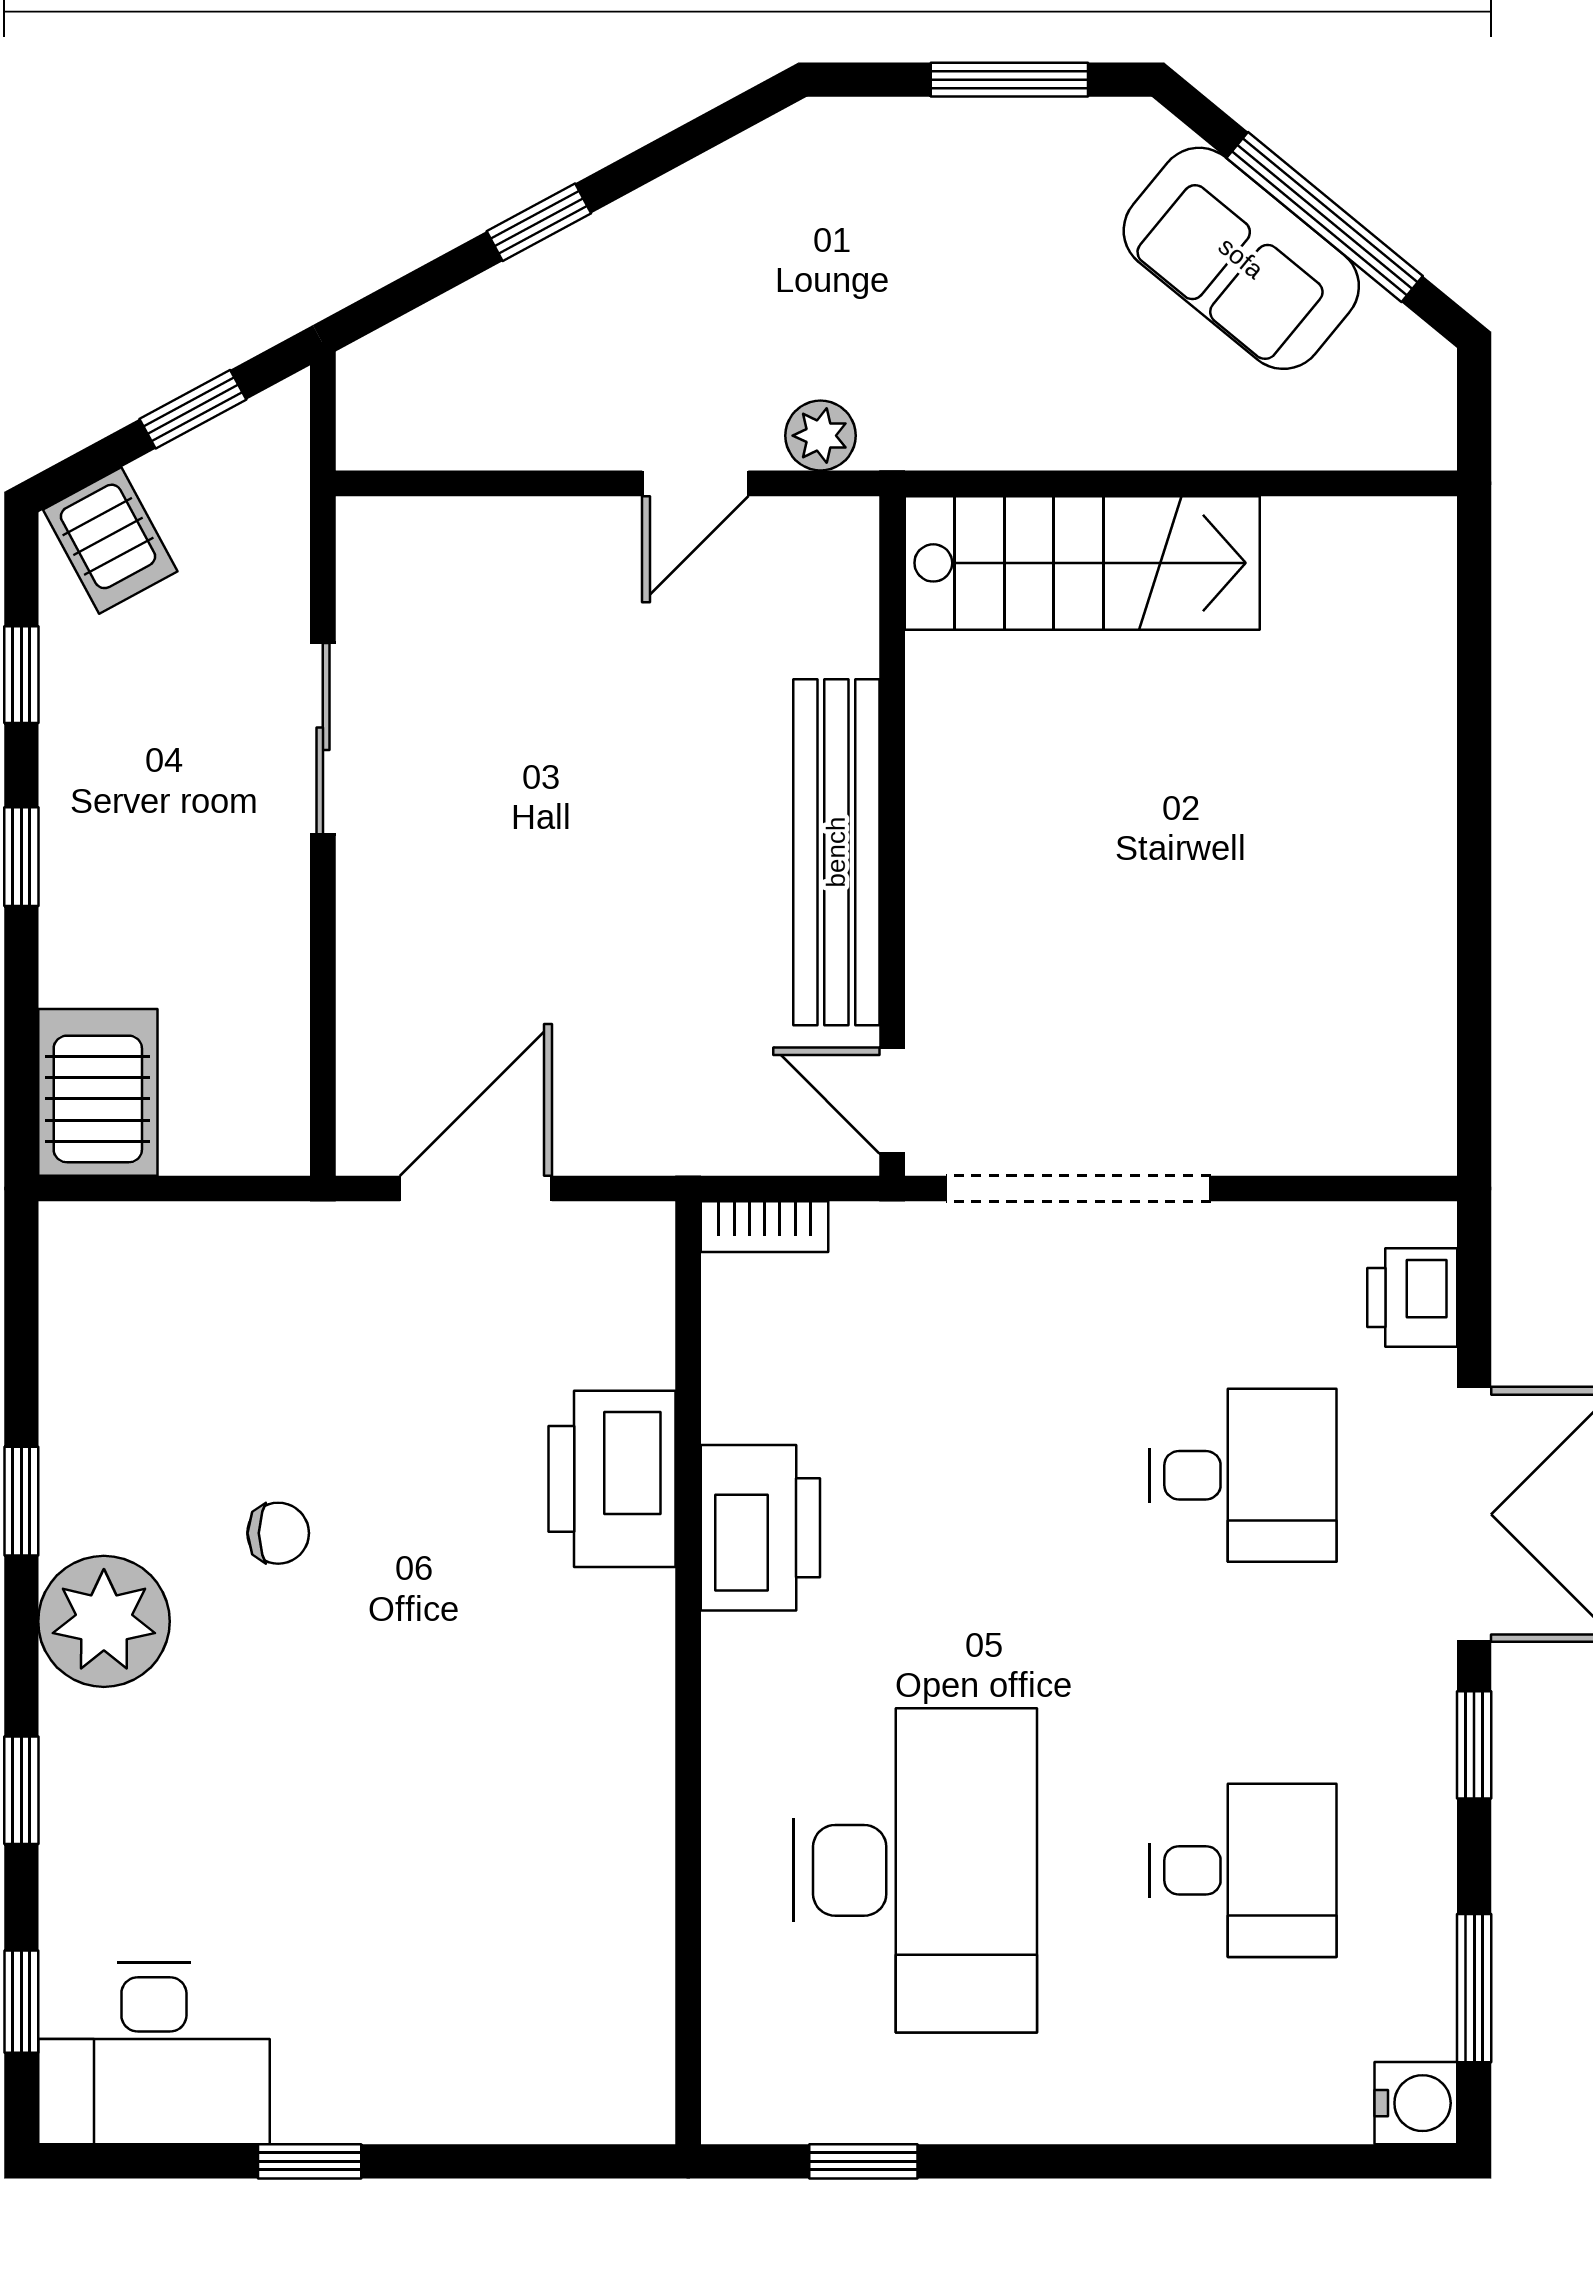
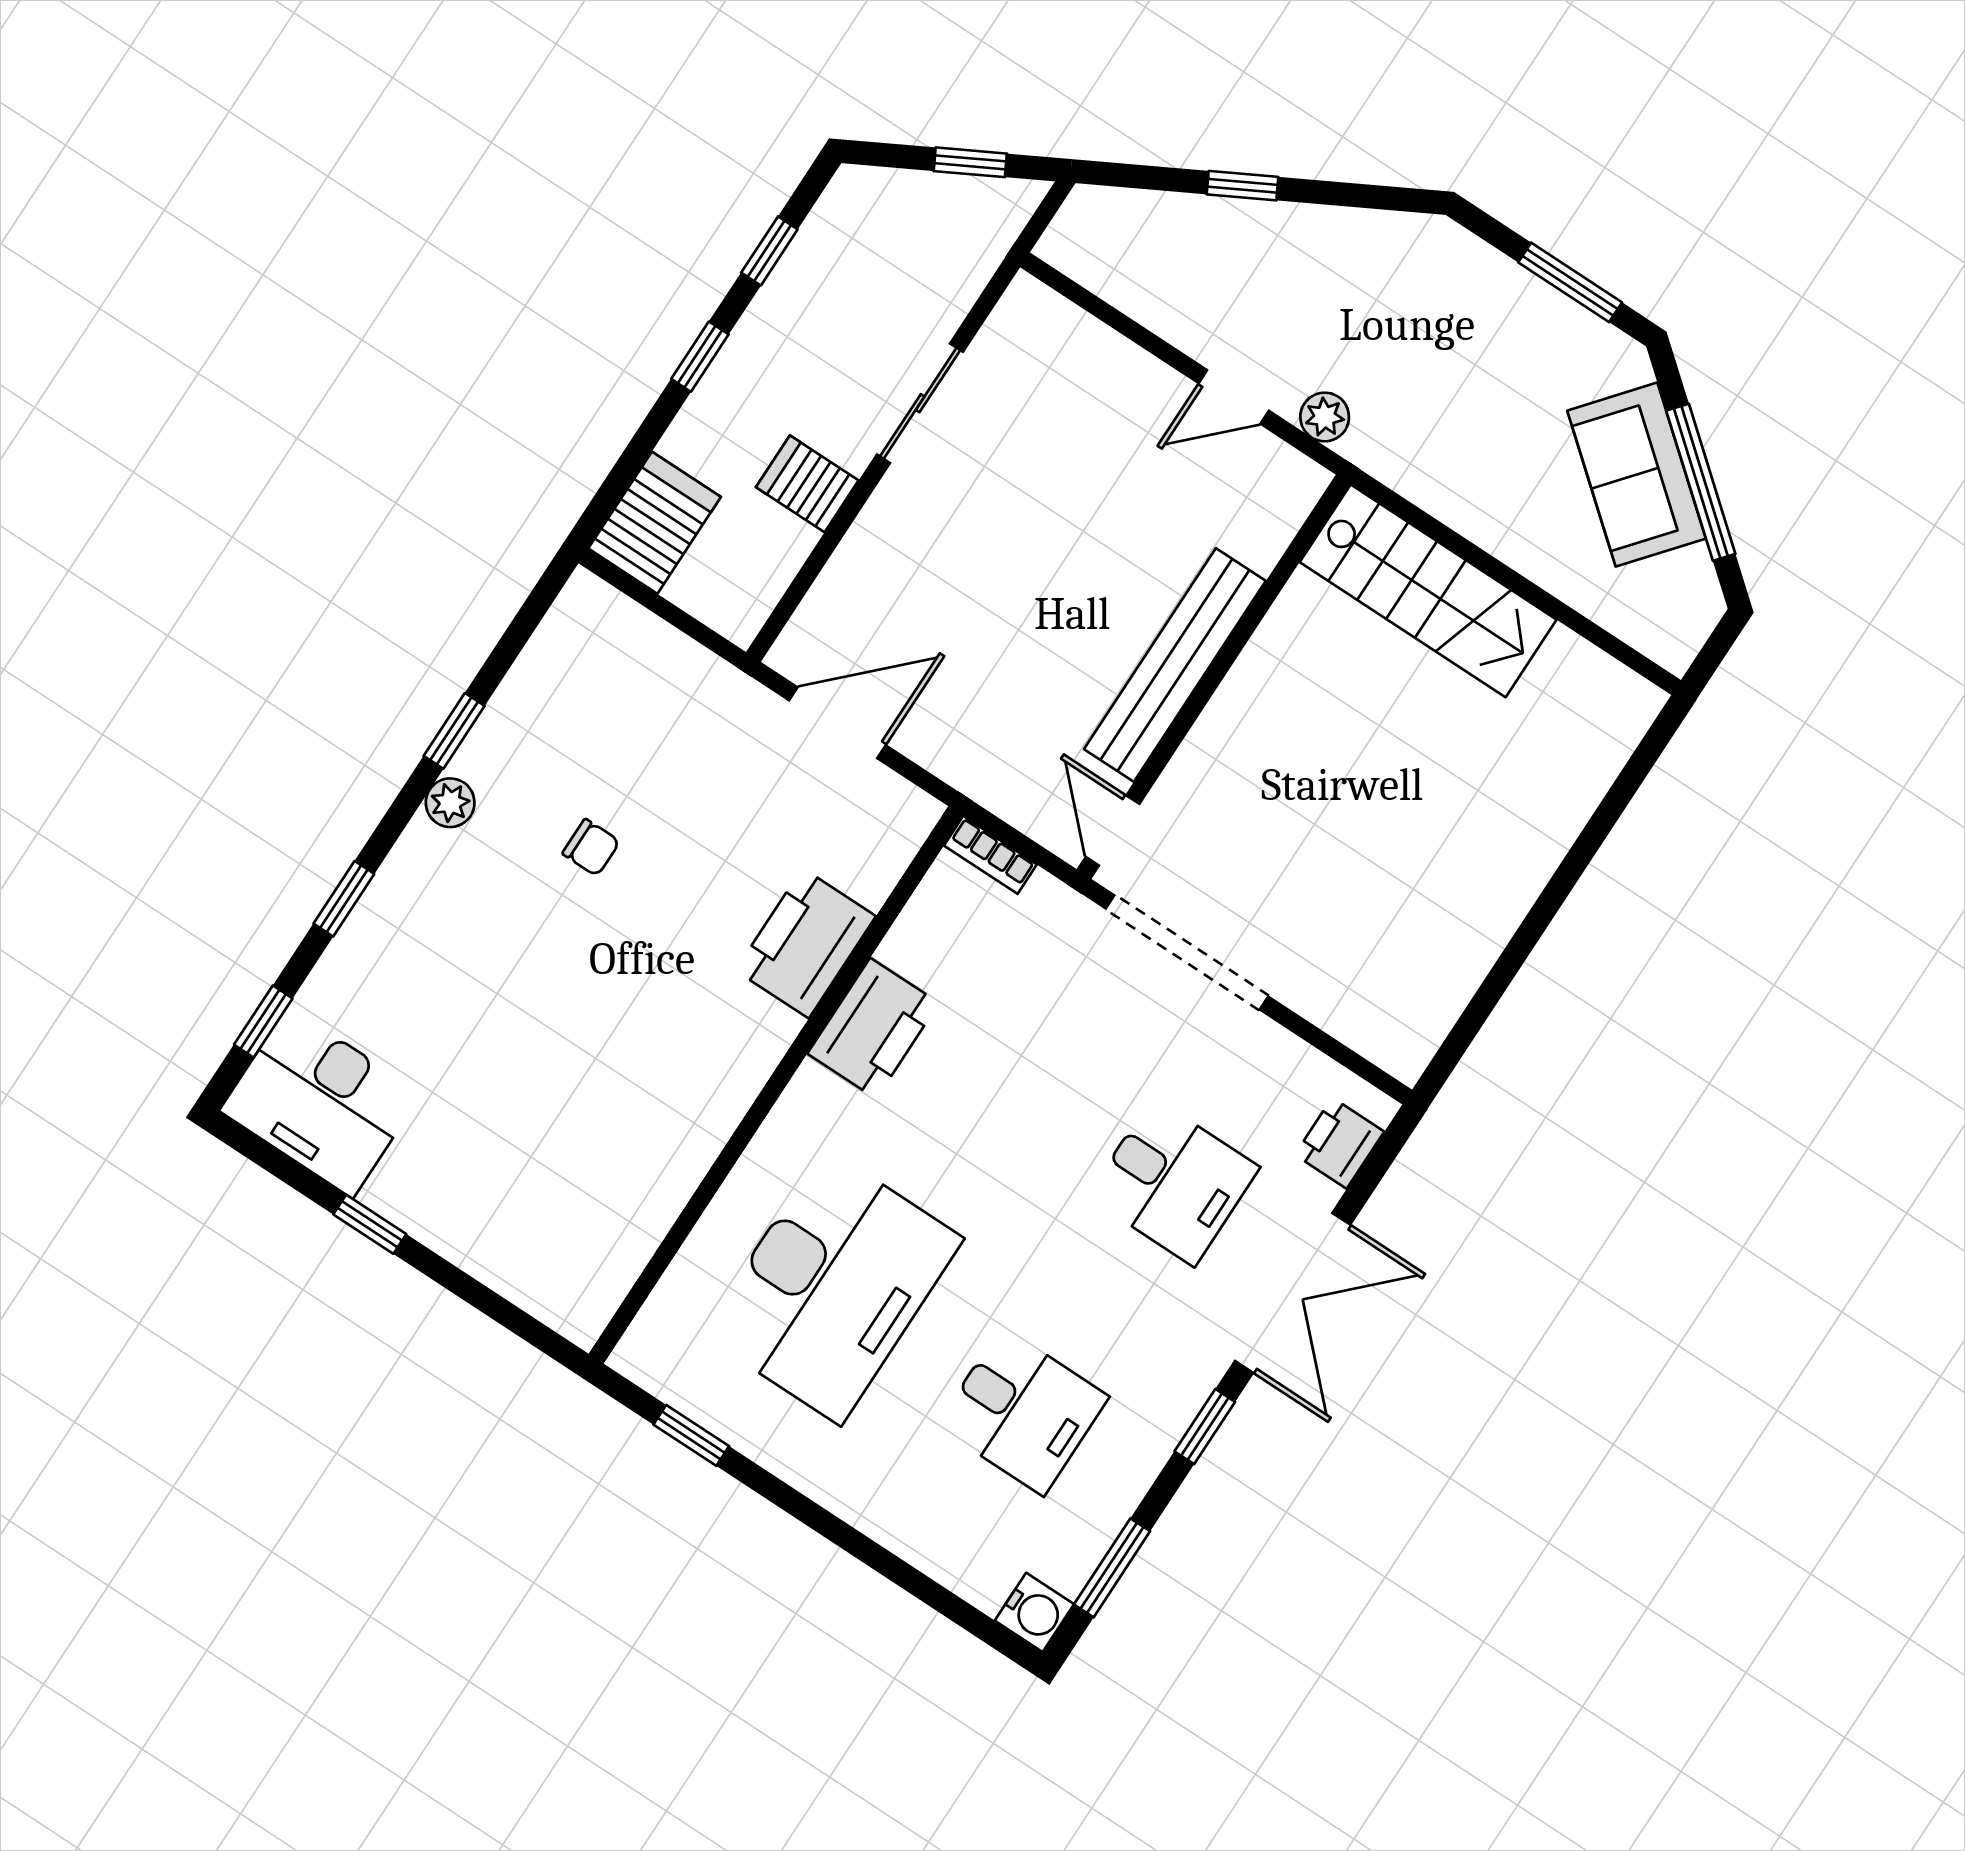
server rack: (110, 541) -> (807, 484), moved, turned 118
plant: (104, 1621) -> (450, 803), width x0.53, depth x0.53

